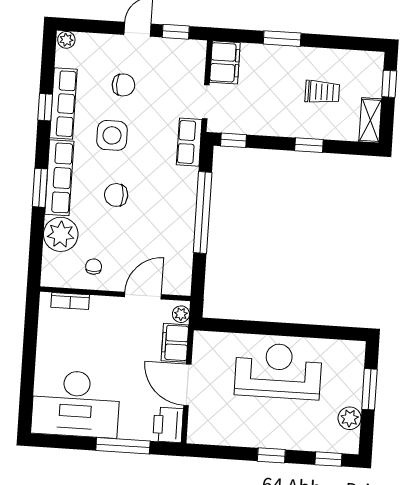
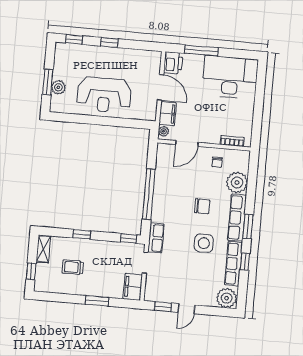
plant: (66, 40) -> (227, 298), width x1.87, depth x1.87
chair: (123, 85) -> (196, 274), removed
window: (40, 188) -> (248, 227), moved
plant: (350, 418) -> (58, 87), moved

